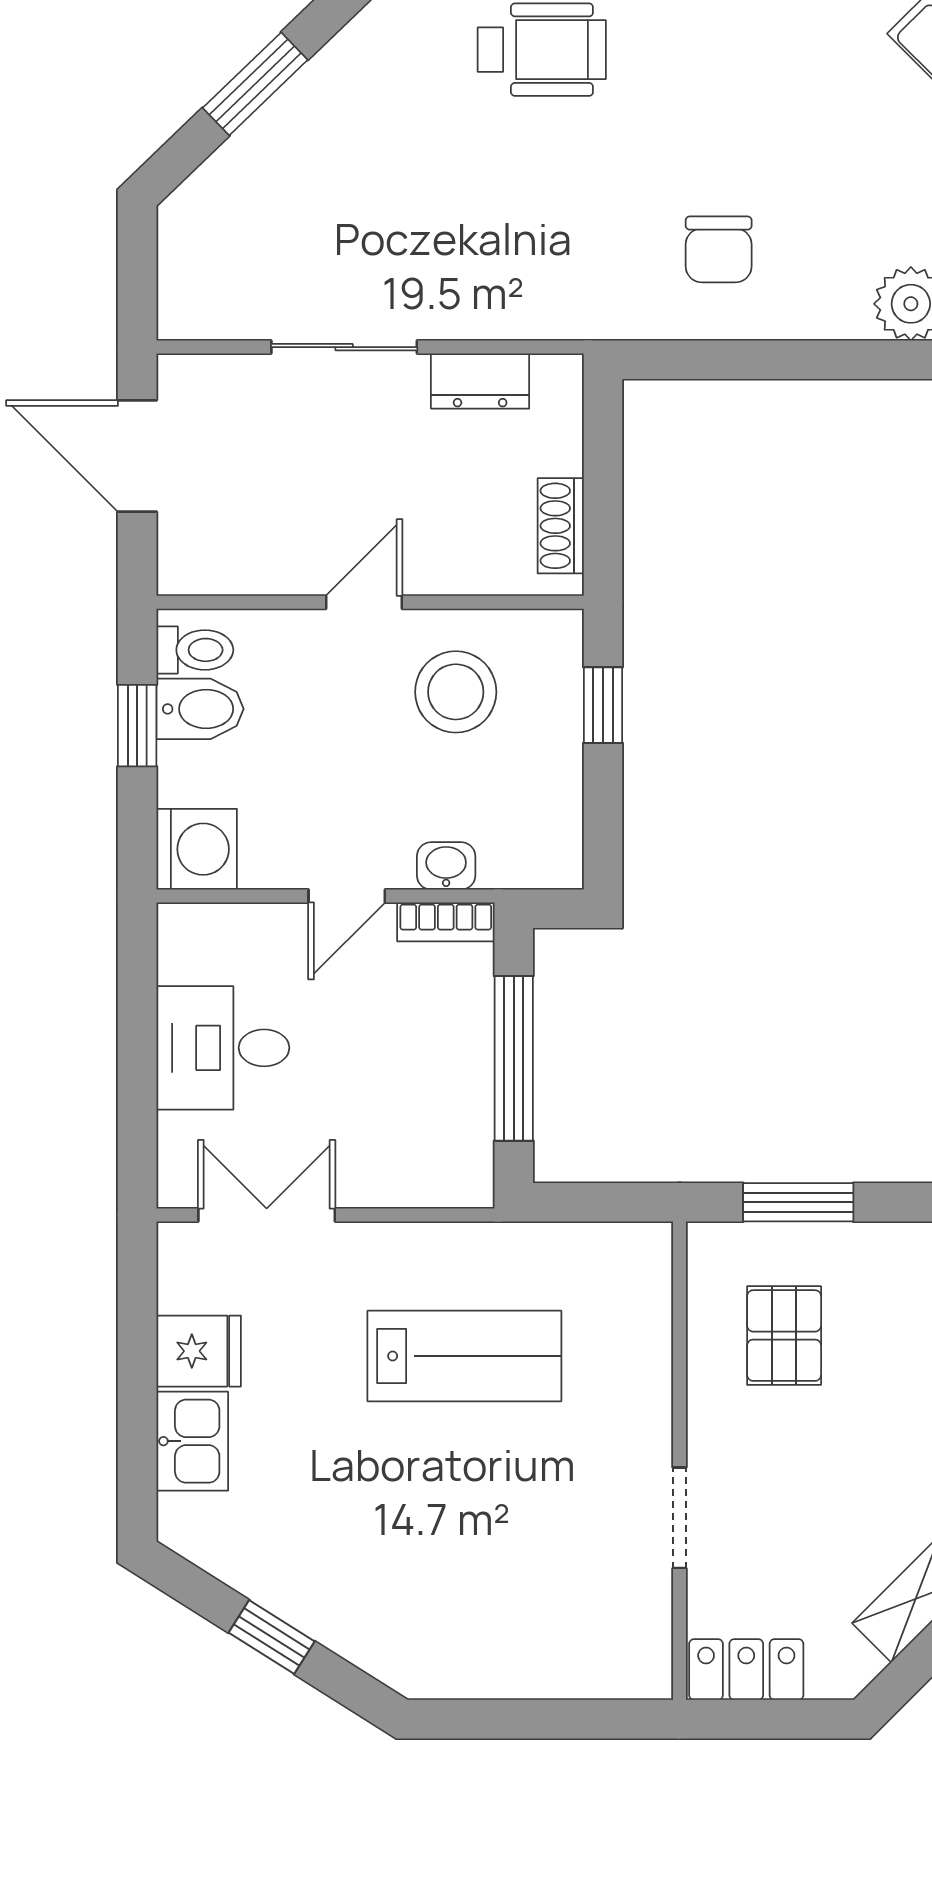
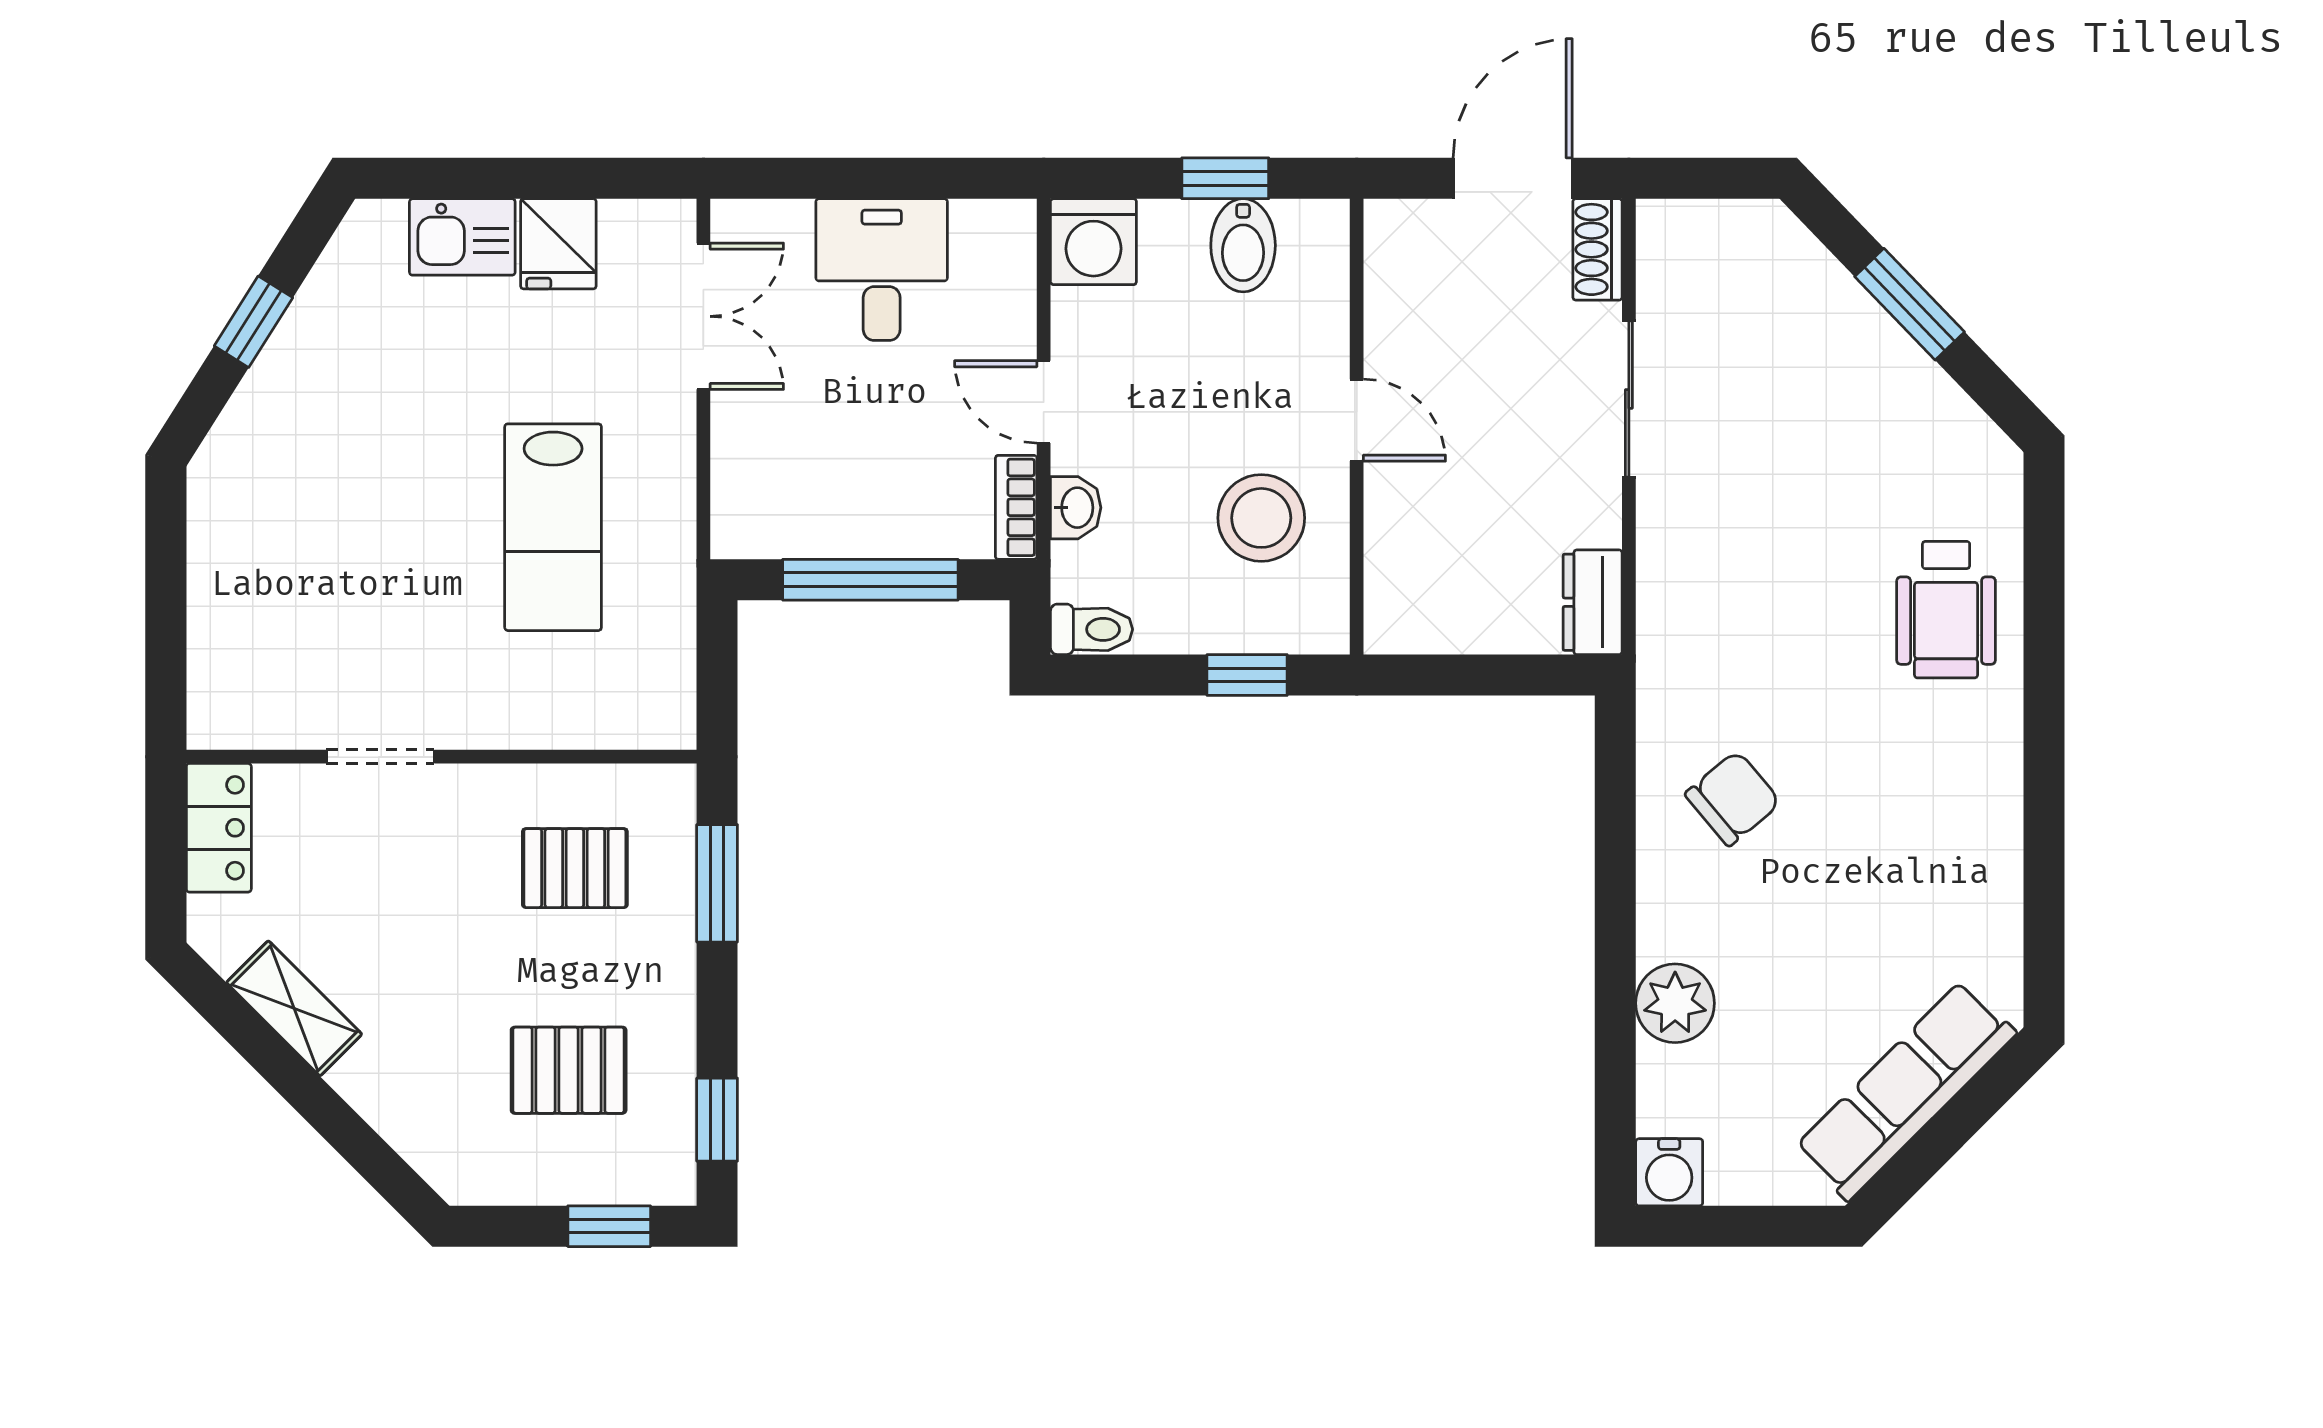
chair: (719, 249) -> (1733, 798), turned 140
dresser: (480, 381) -> (1593, 602), moved
shoe rack: (561, 526) -> (1597, 249), moved, turned -90
toilet: (195, 650) -> (1092, 629), moved, turned -90

